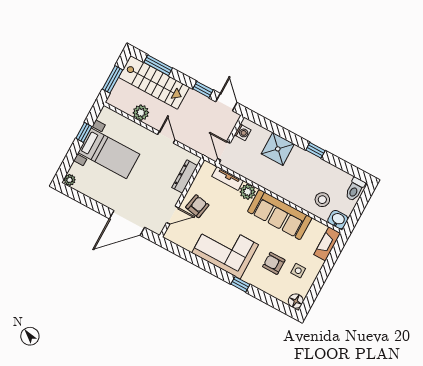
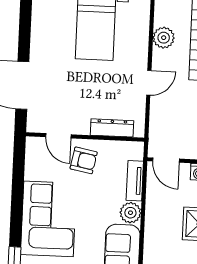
door: (224, 151) -> (166, 160), swing flipped

